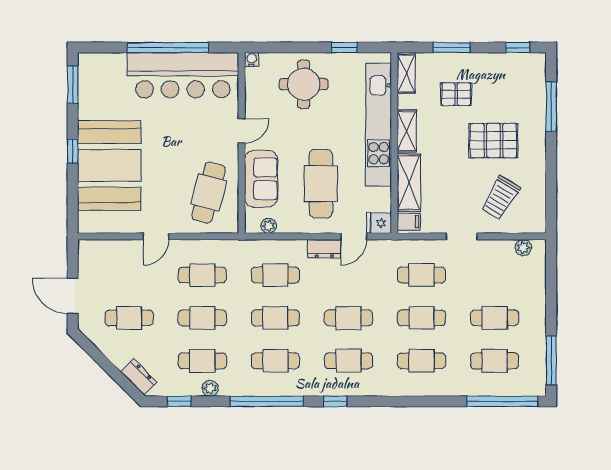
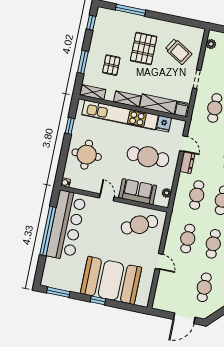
cafe table: (209, 193) -> (139, 225), turned -41
fridge: (379, 223) -> (164, 124), moved

